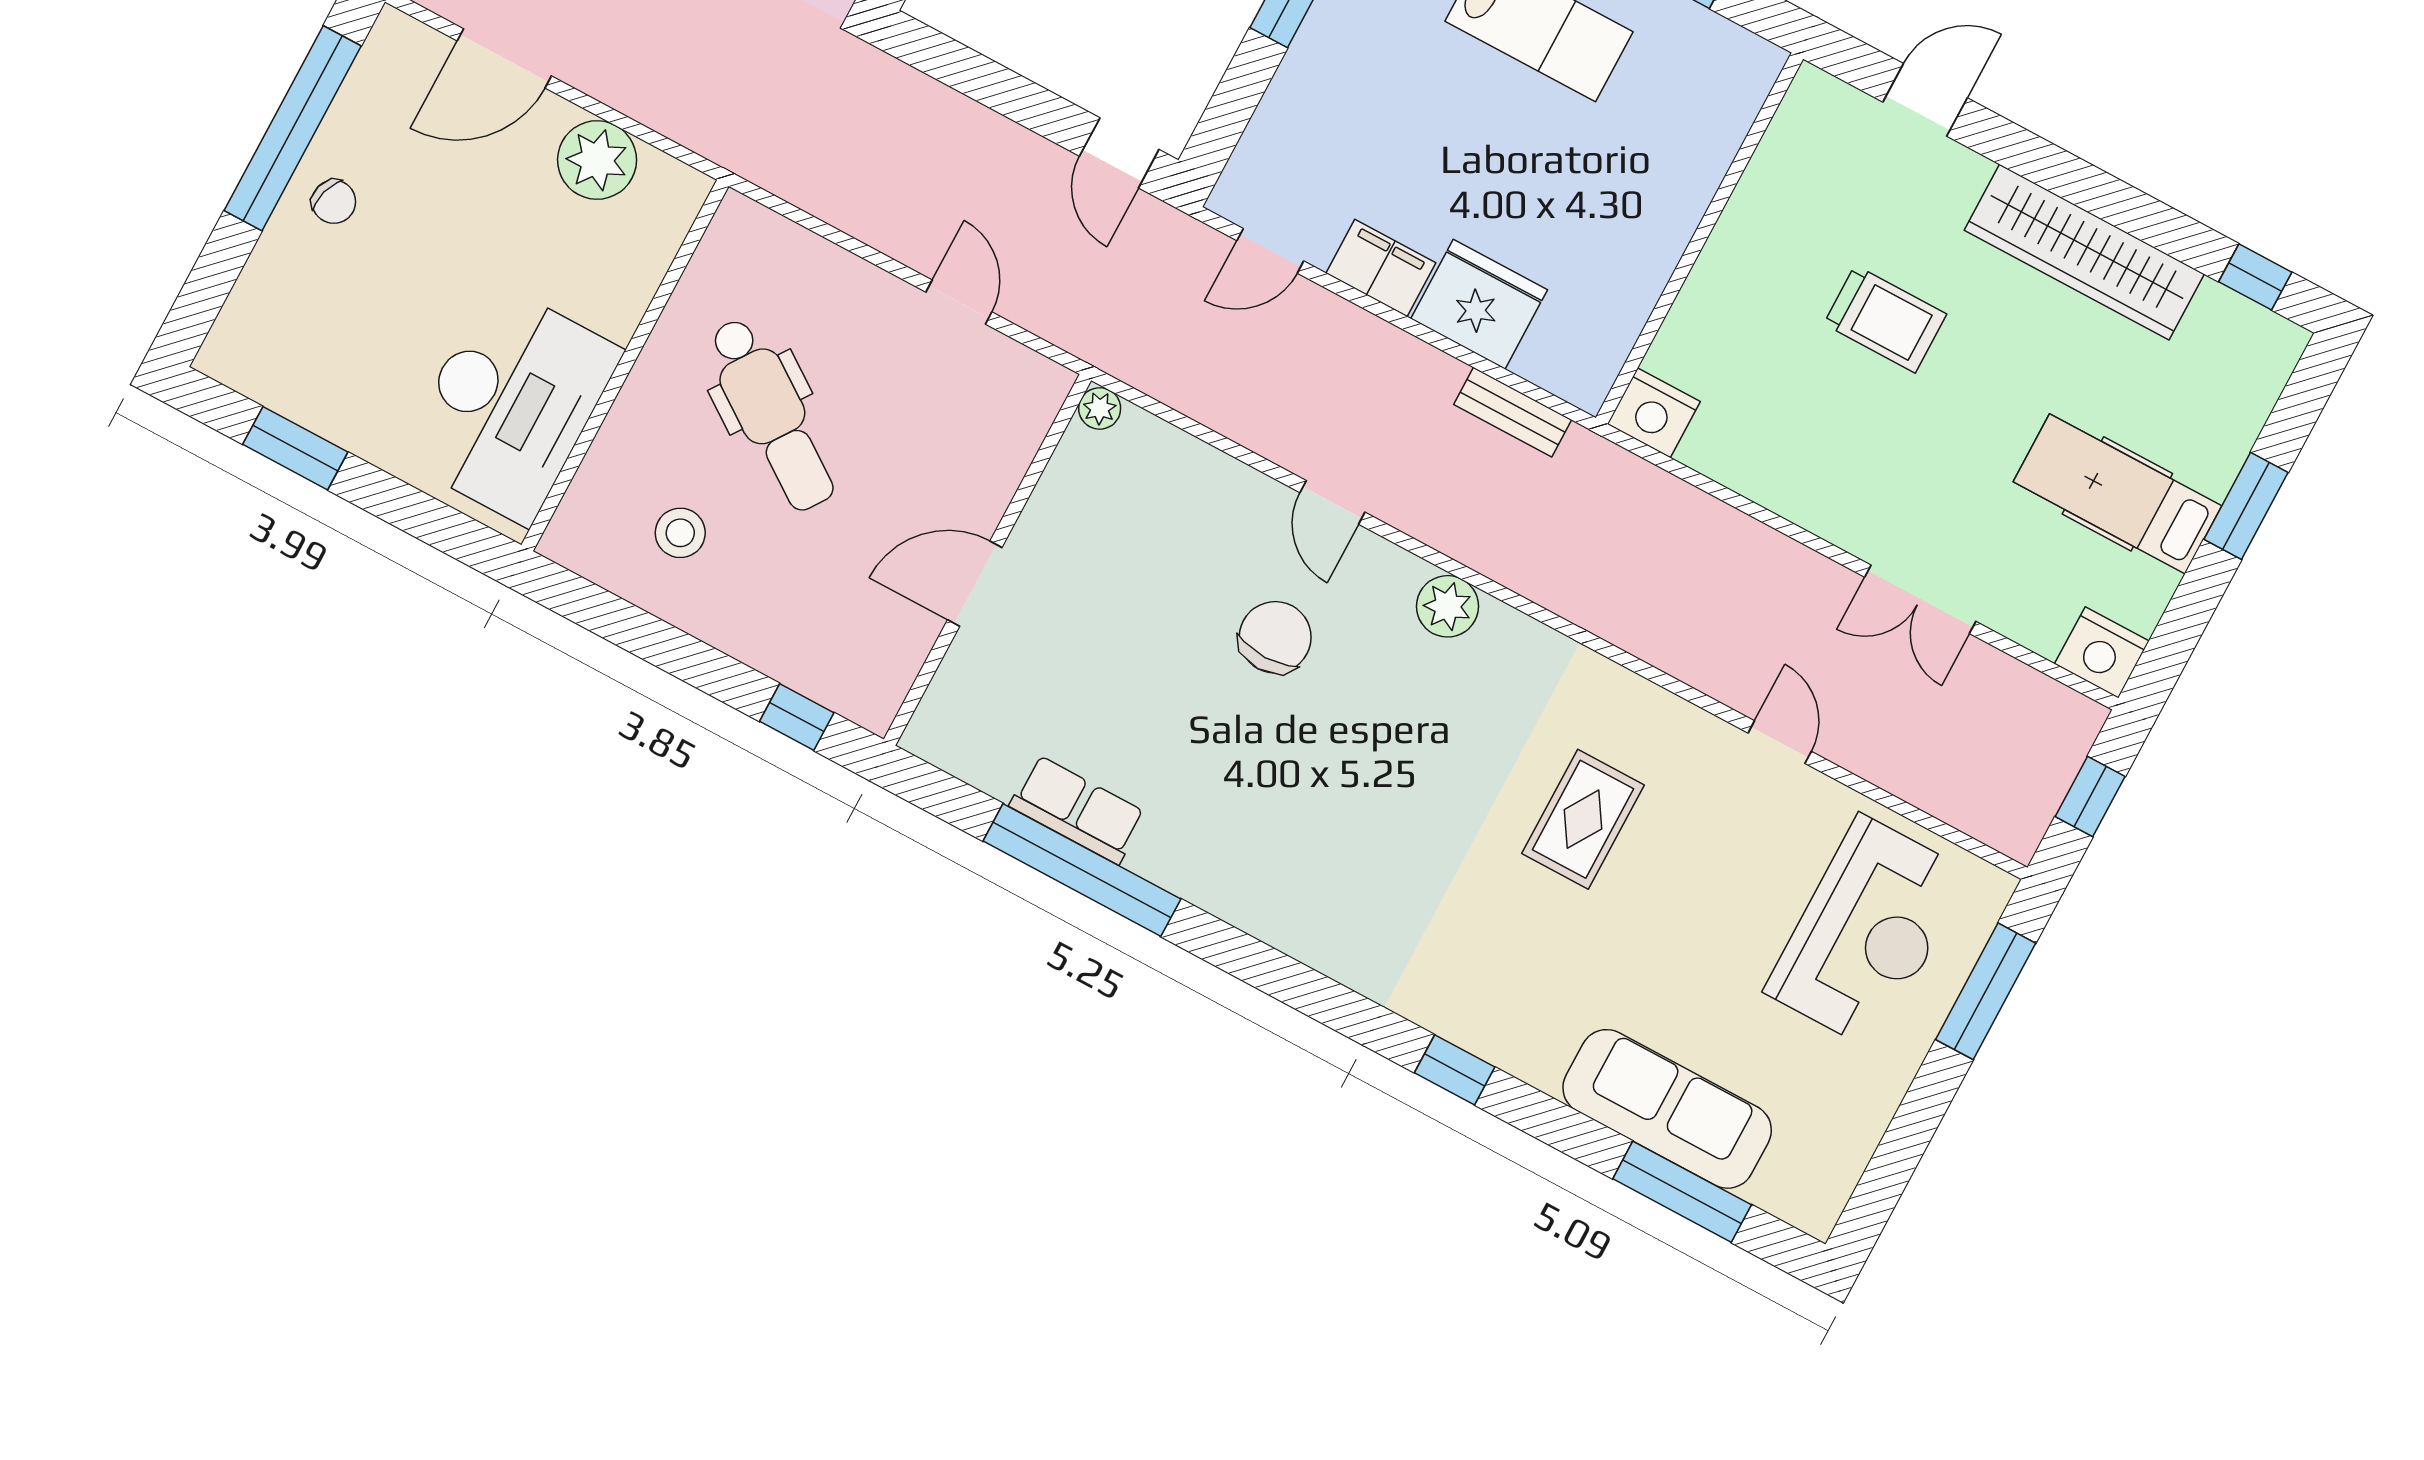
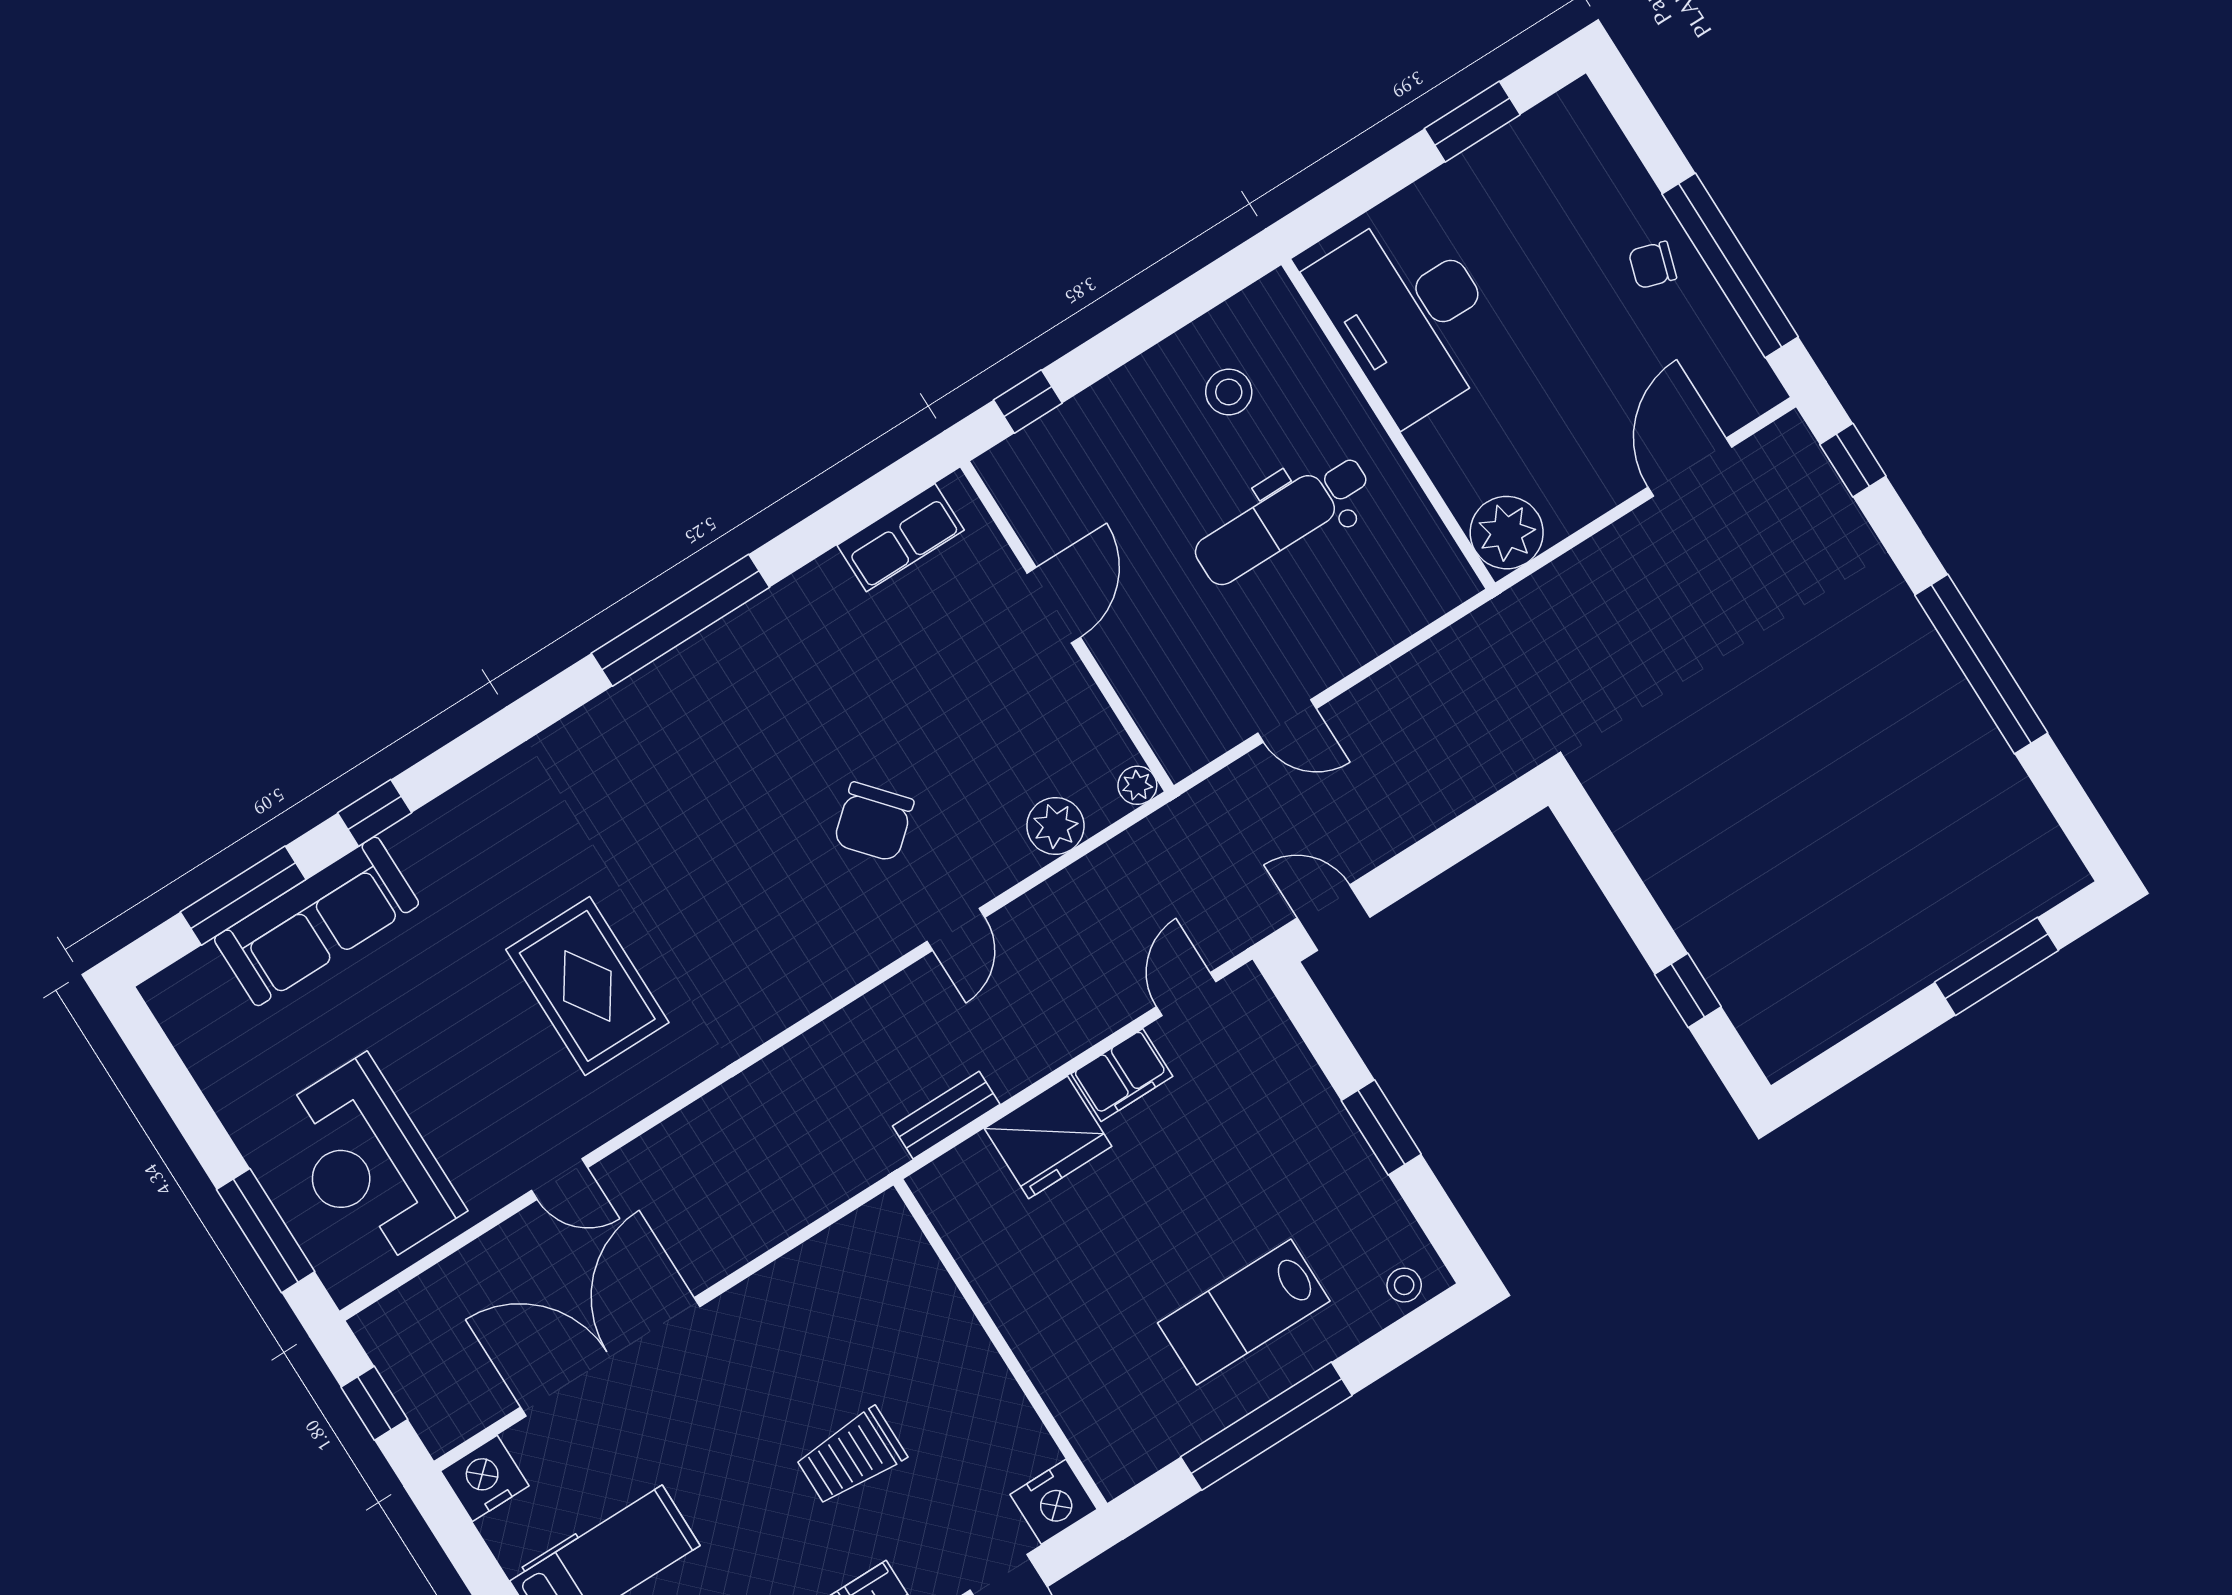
plant: (597, 160) -> (1507, 533), moved
nightstand: (1654, 413) -> (1054, 1502), moved, turned 180
dental chair: (771, 414) -> (1282, 519), turned -35
door: (1332, 502) -> (956, 929), swing flipped
double door: (1920, 599) -> (610, 1357), width x1.87
plant: (1447, 606) -> (1055, 826), moved
chair: (1275, 637) -> (874, 822), turned 49
row of seats: (1078, 809) -> (901, 538), moved
rug: (1583, 819) -> (587, 986), width x1.36, depth x1.43
window: (1082, 870) -> (680, 620), moved
window: (1455, 1070) -> (375, 813), moved

